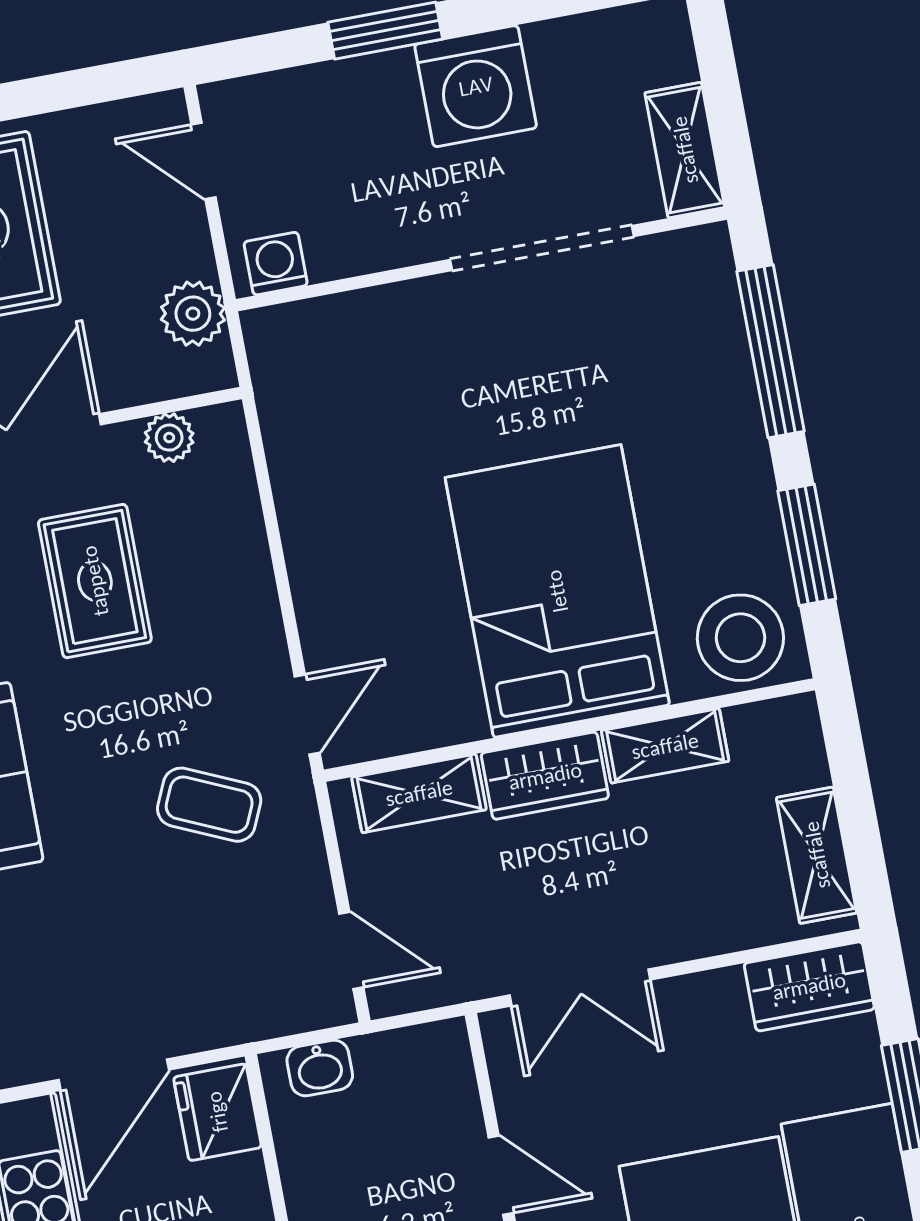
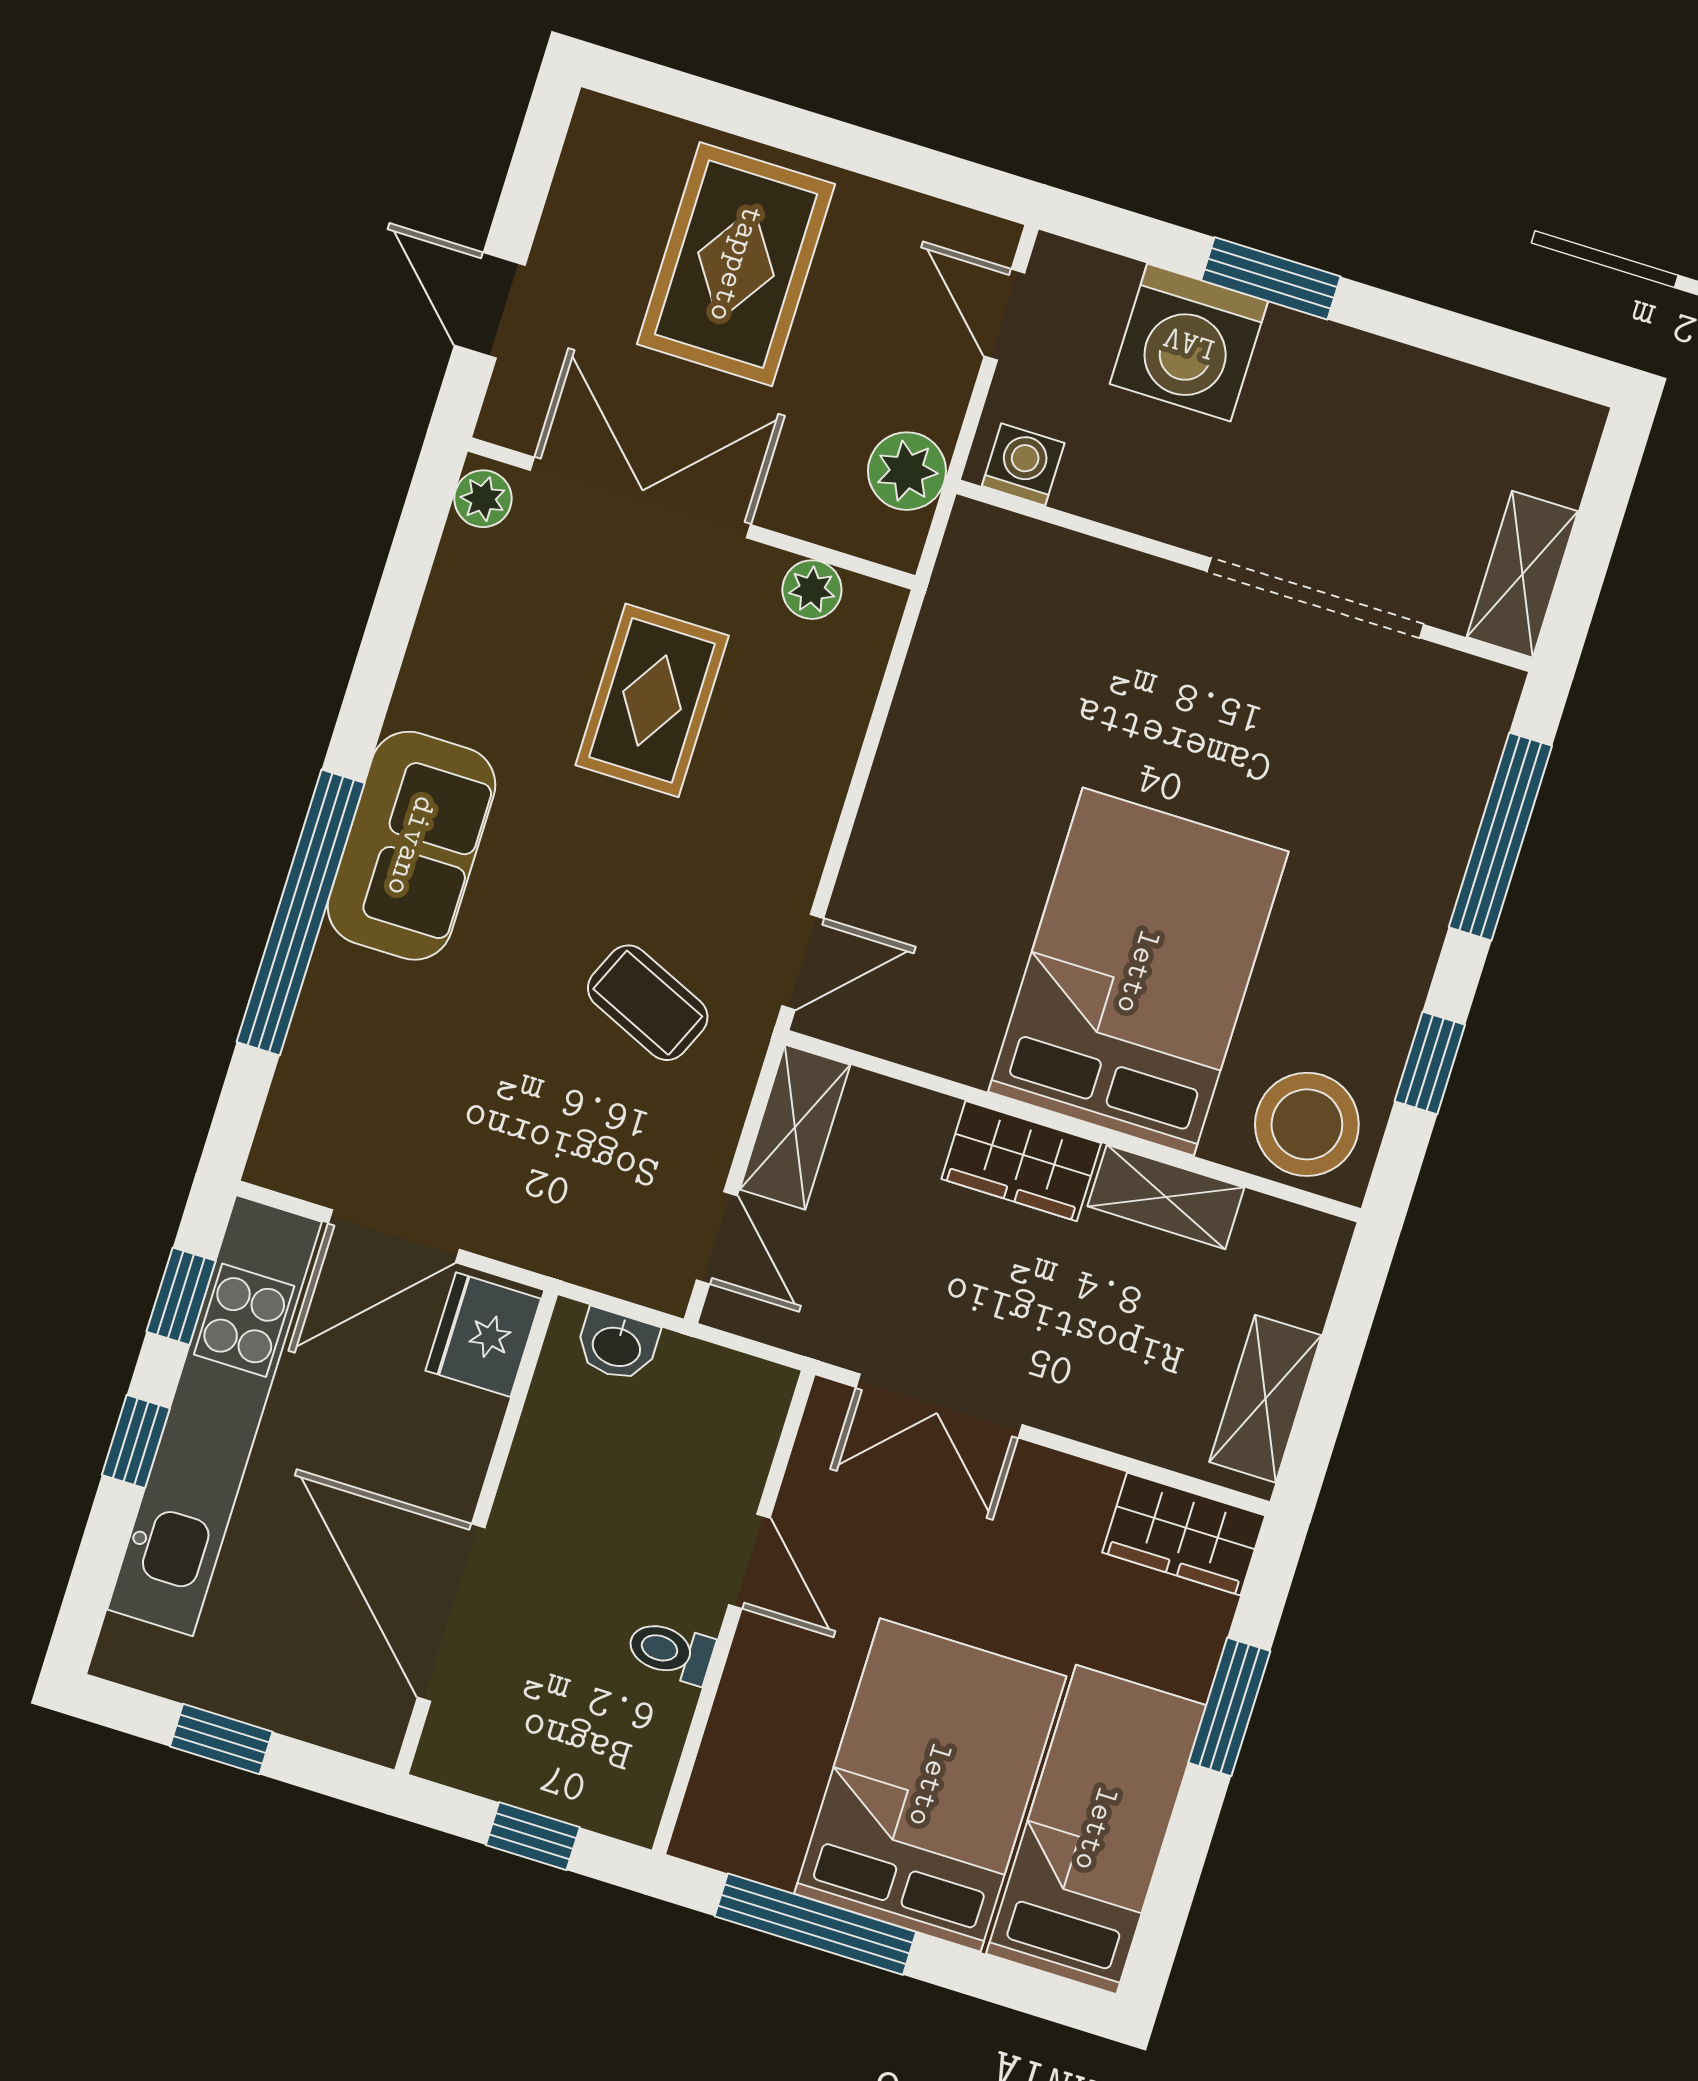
washing machine: (476, 86) -> (1189, 343), moved
window: (807, 545) -> (1430, 1063), width x0.67
shelving: (419, 793) -> (795, 1127), moved, turned 90

